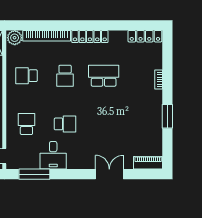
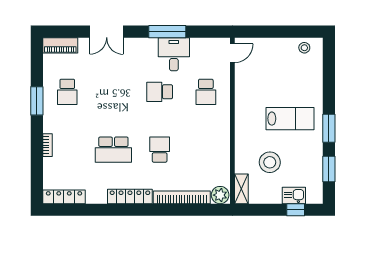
school desk: (26, 76) -> (67, 92), moved, turned 90
window: (34, 174) -> (167, 32), moved

